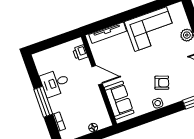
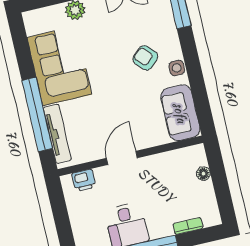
window: (118, 19) -> (37, 114), added
armchair: (162, 83) -> (145, 58), turned -62
sofa: (119, 100) -> (180, 113), moved, turned -90

